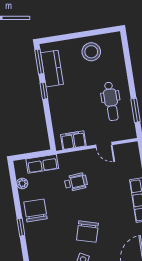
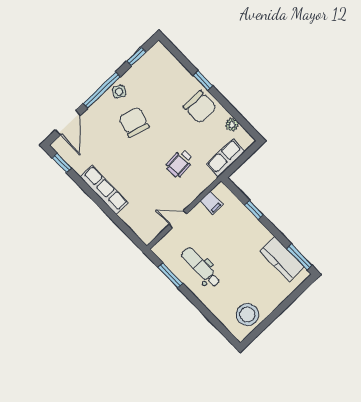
stool: (91, 52) -> (247, 314), moved
window: (44, 91) -> (254, 210), moved
filing cabinet: (73, 140) -> (211, 203), width x0.50

